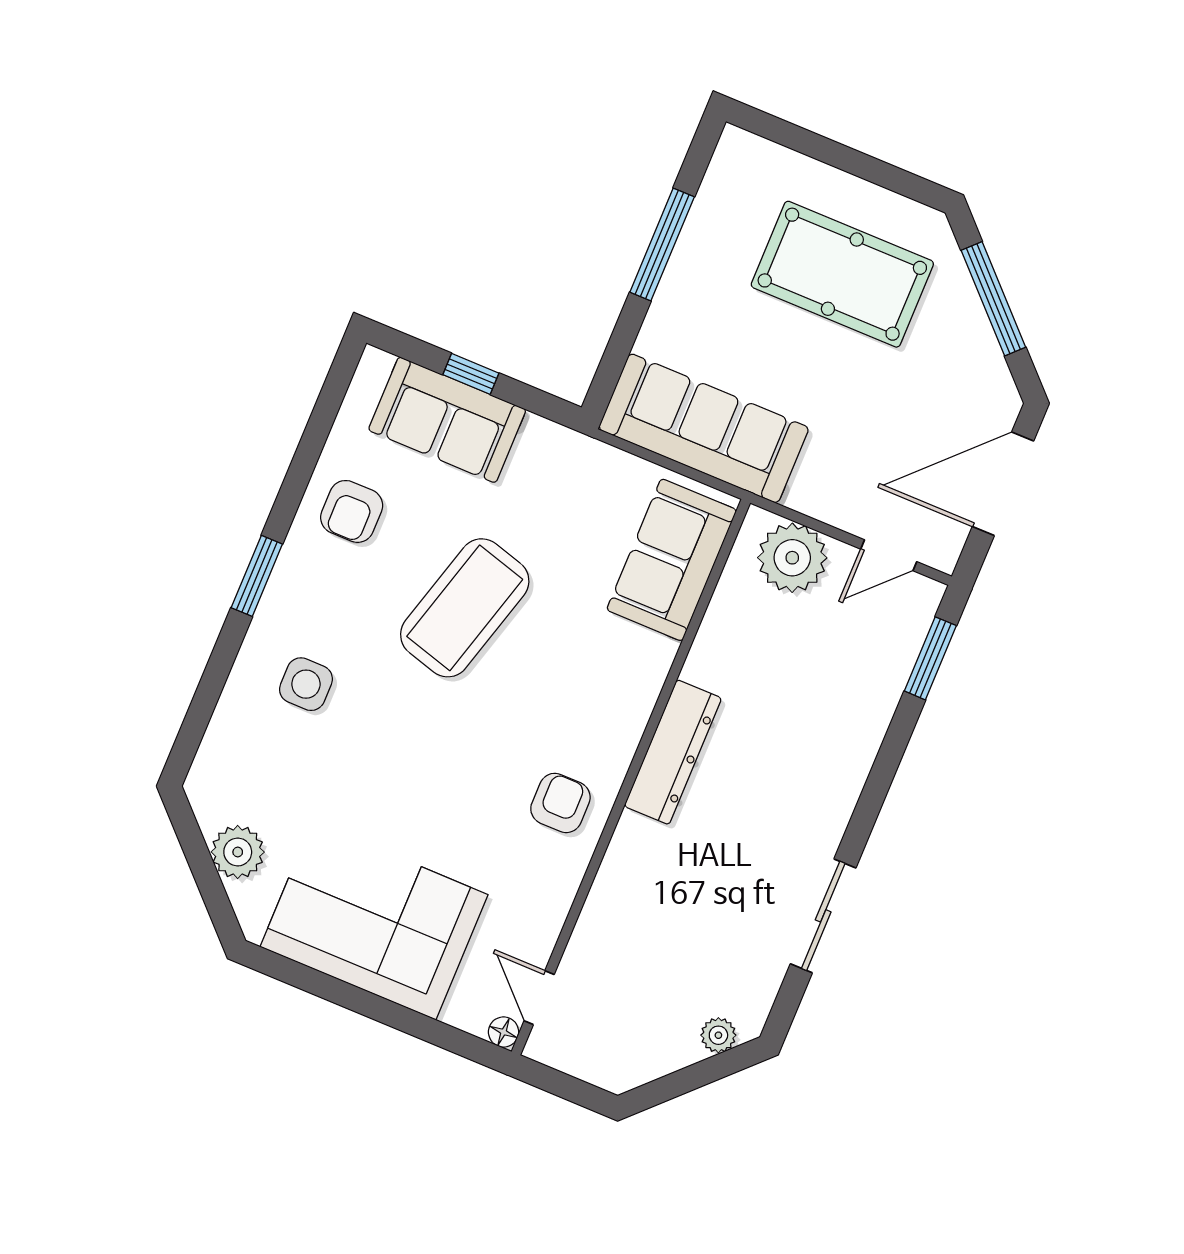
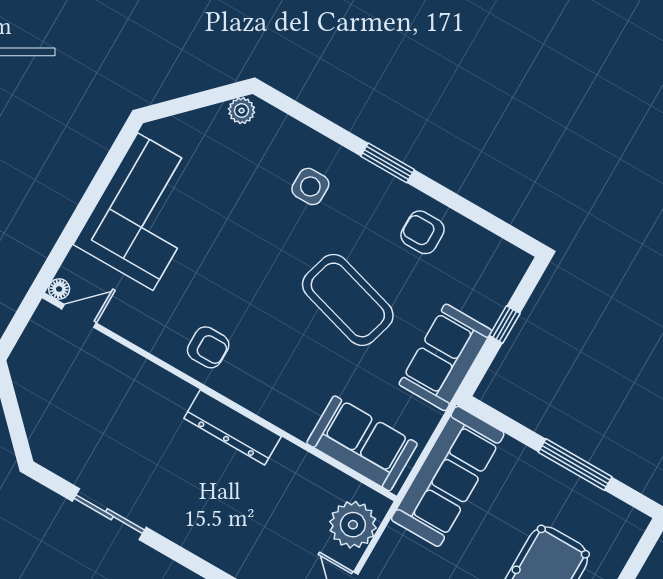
sofa: (447, 420) -> (445, 357), moved
plant: (238, 852) -> (242, 111), moved, width x0.73, depth x0.73
plant: (718, 1035) -> (38, 433), removed

